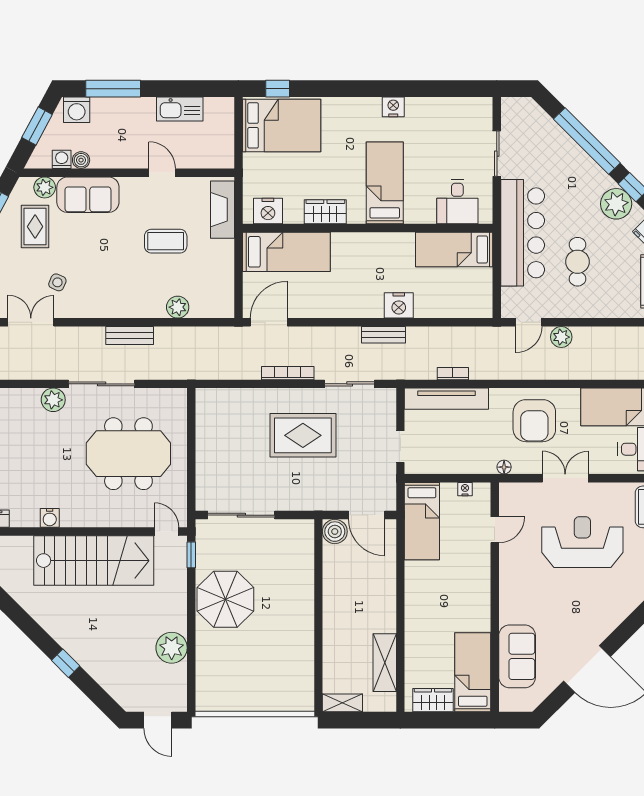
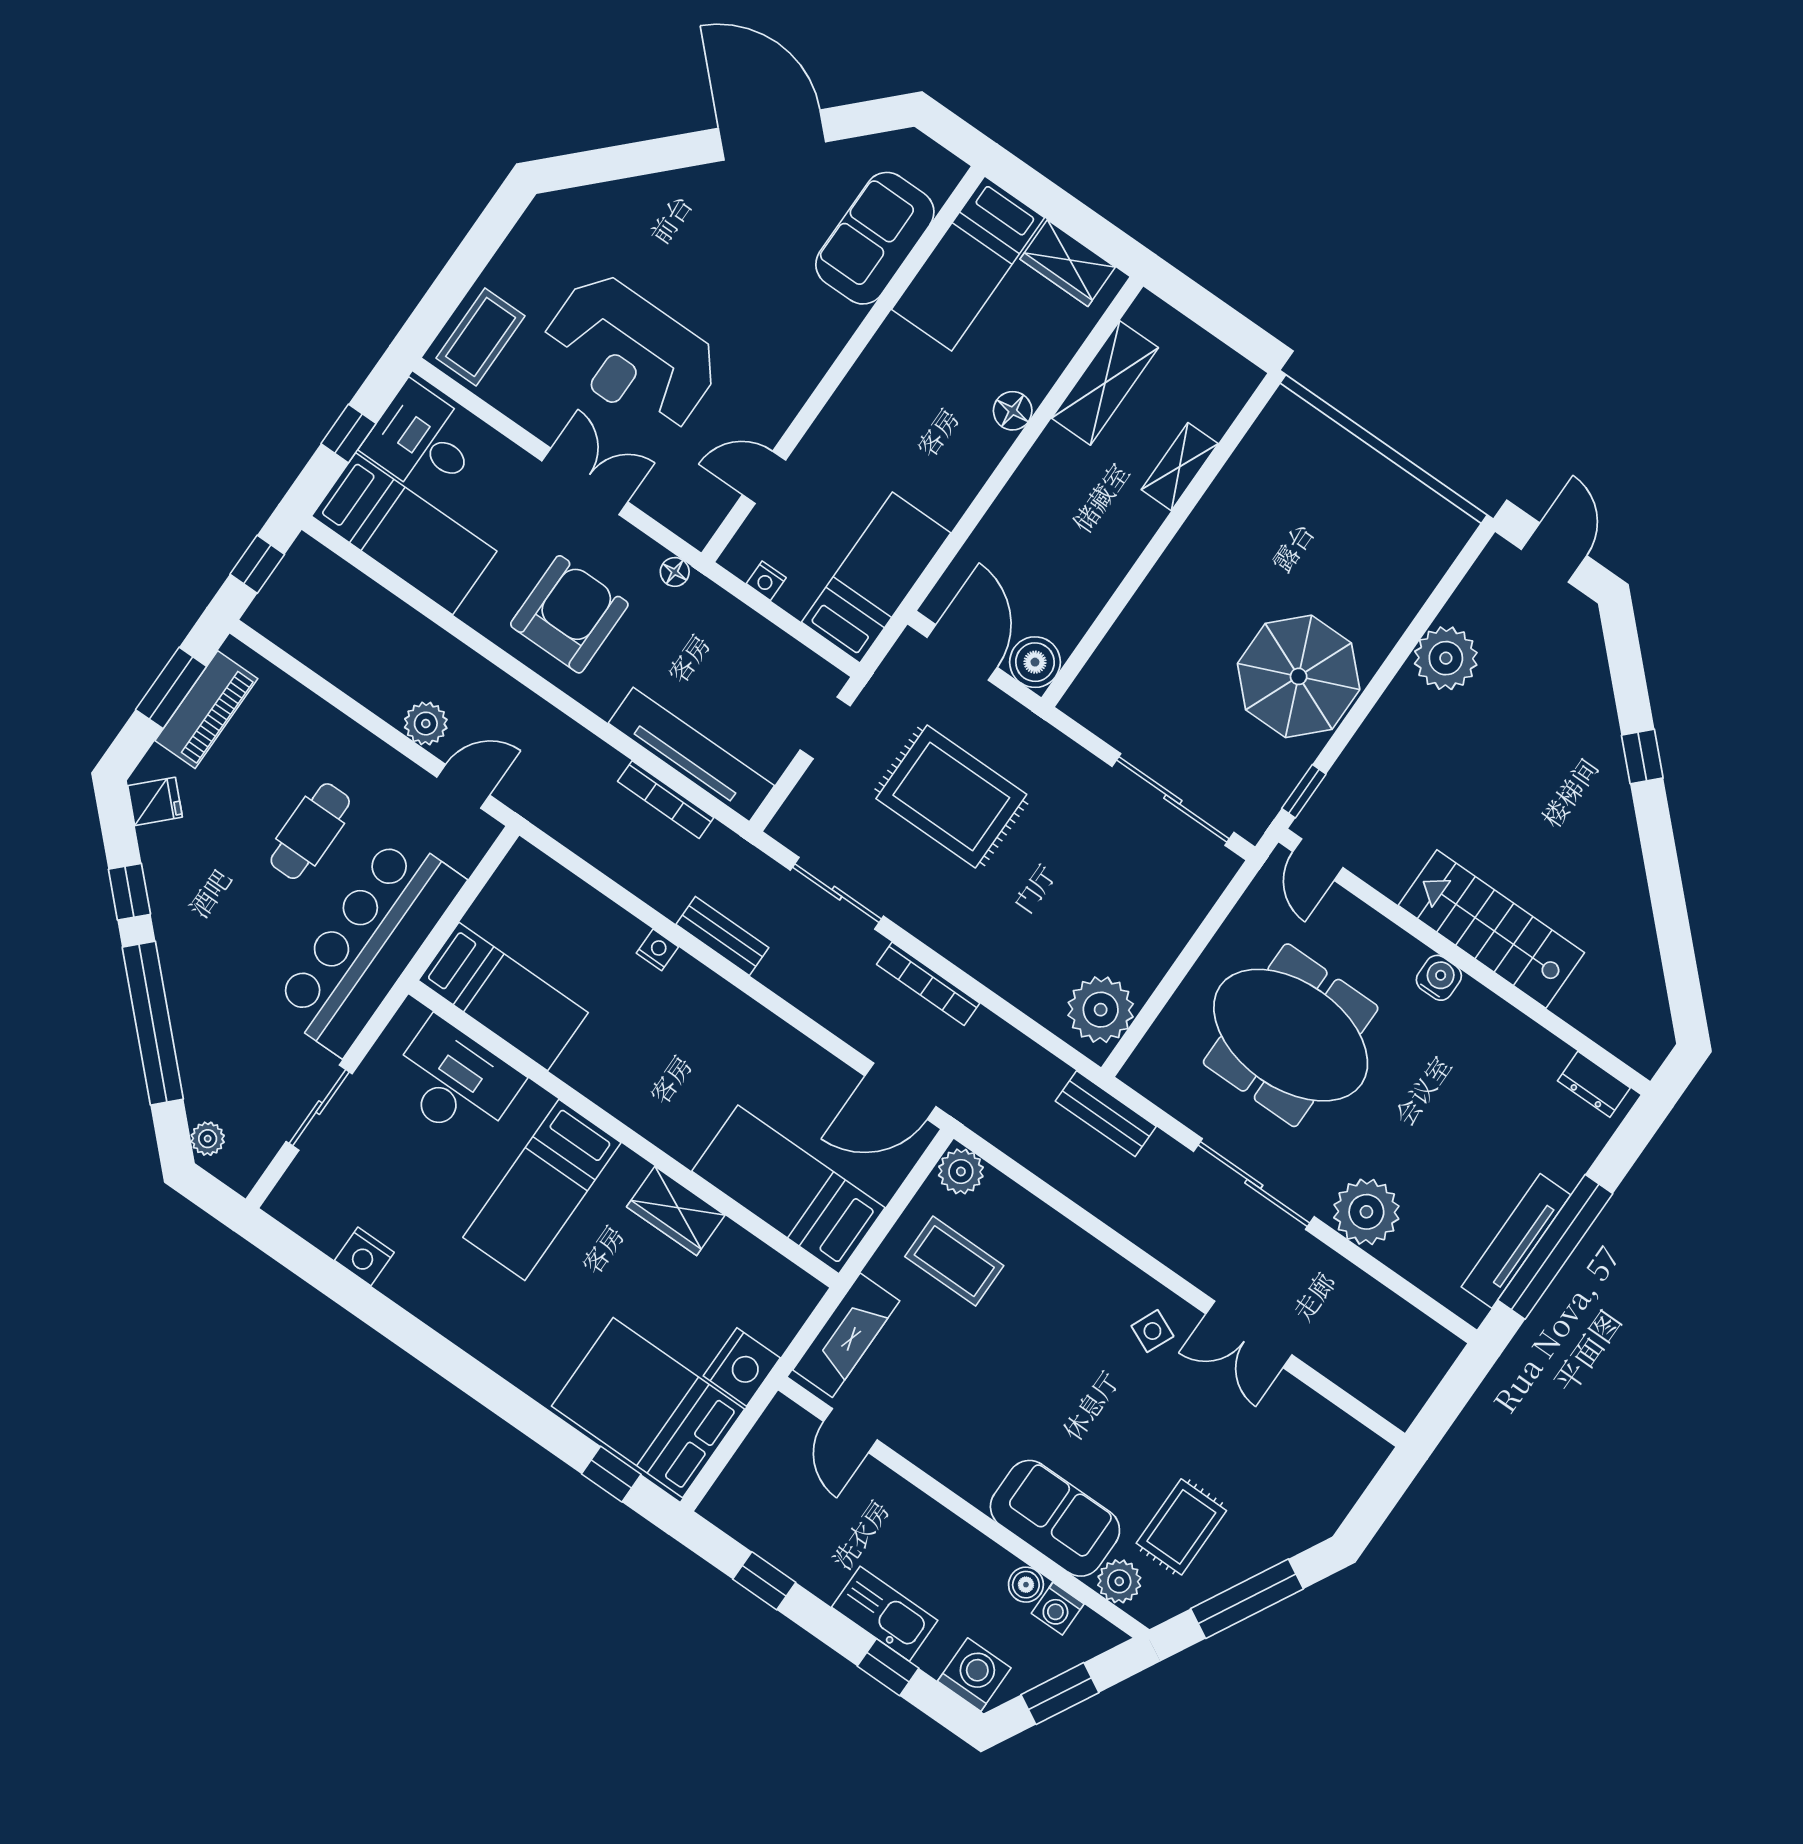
window: (113, 89) -> (888, 1667), width x0.46
window: (187, 89) -> (764, 1581), added
nightstand: (393, 107) -> (364, 1256), moved
kitchen sink: (180, 109) -> (885, 1614), moved
door: (162, 173) -> (850, 1431), moved
desk: (457, 202) -> (455, 1082), width x1.37
plant: (616, 204) -> (208, 1139), moved, width x0.53, depth x0.53
nightstand: (268, 211) -> (742, 1367), moved, turned 90
coffee table: (166, 241) -> (954, 1261), moved
side table: (57, 282) -> (1152, 1331), moved
nightstand: (399, 305) -> (657, 950), width x0.53, depth x0.56
plant: (178, 307) -> (961, 1171), moved
double door: (31, 322) -> (1249, 1334), moved
bench: (130, 336) -> (1106, 1114), moved
bookcase: (453, 374) -> (666, 800), width x1.56
plant: (53, 400) -> (1366, 1212), width x1.36, depth x1.36
plant: (212, 411) -> (1101, 1010), added
rug: (303, 435) -> (951, 796), moved
double door: (565, 478) -> (585, 481), swing flipped
water cooler: (50, 518) -> (1439, 978), moved
stairs: (94, 561) -> (1491, 929), width x0.73, depth x0.66
floor lamp: (414, 626) -> (1013, 411), added
shelving: (342, 703) -> (1180, 467), moved, turned 90

